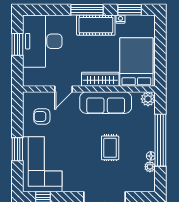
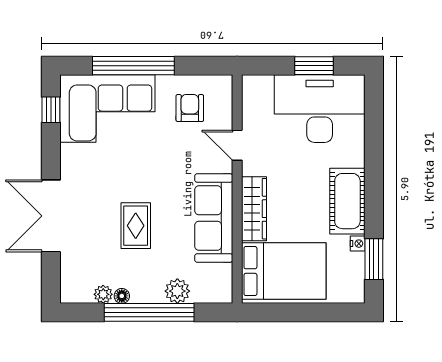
window: (87, 10) -> (374, 186), removed
plant: (148, 99) -> (177, 291), moved
rug: (110, 148) -> (136, 226), turned 90
window: (17, 149) -> (133, 66), width x2.11

